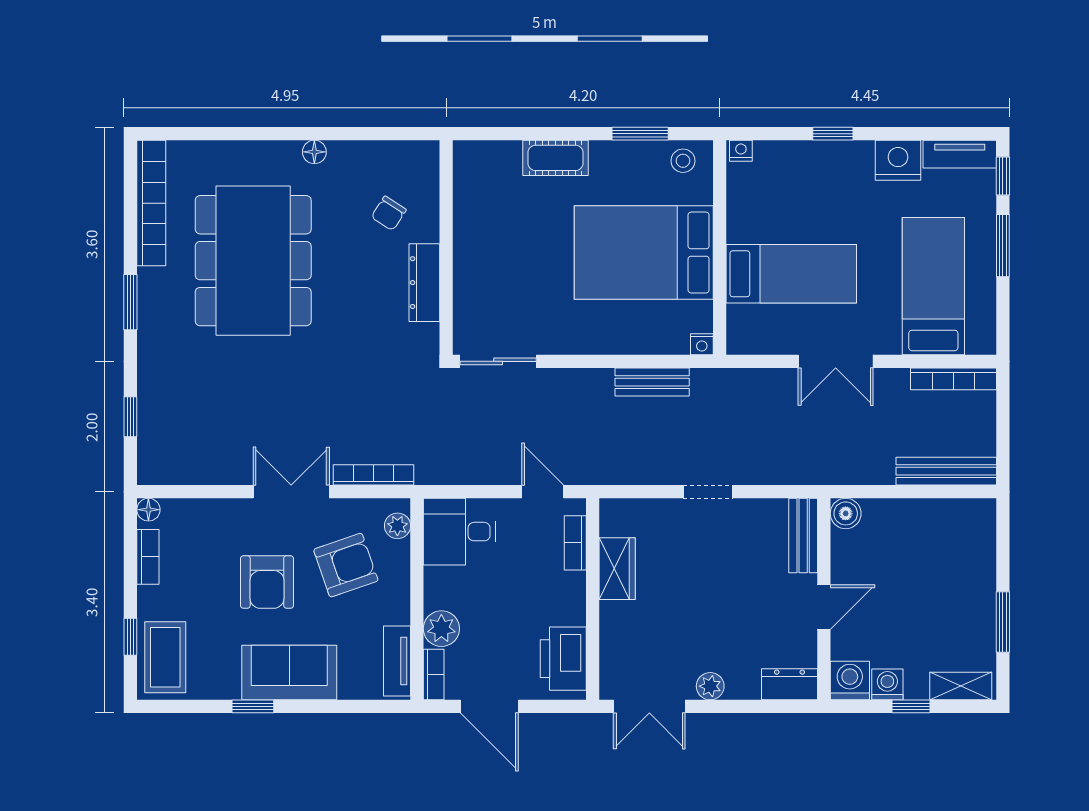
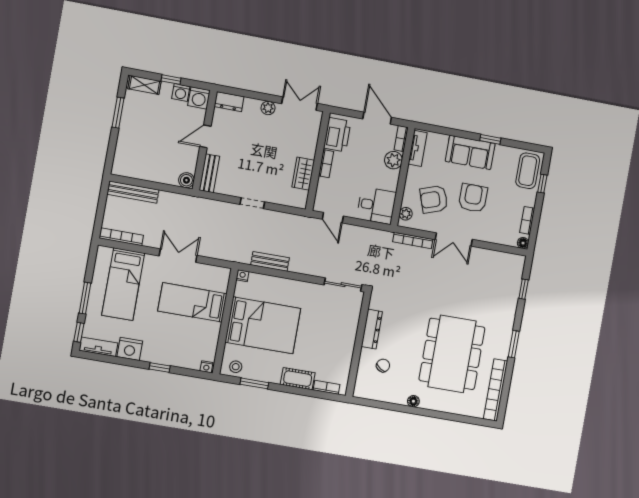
bookcase: (495, 150) -> (327, 387), added
bookcase: (575, 543) -> (326, 164), moved

